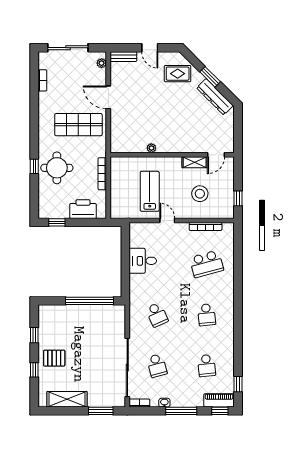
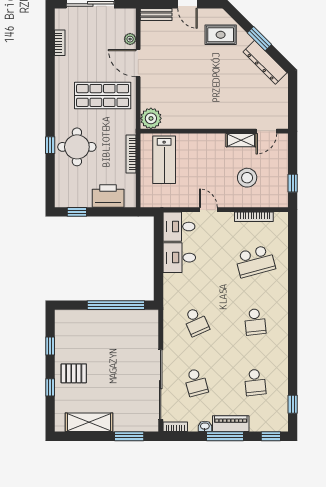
plant: (102, 63) -> (130, 39), moved
plant: (151, 148) -> (151, 118), moved, width x1.88, depth x1.88
lab bench: (150, 191) -> (164, 160), moved, turned 180
desk: (143, 235) -> (179, 227), added
piano: (219, 400) -> (231, 424), moved

